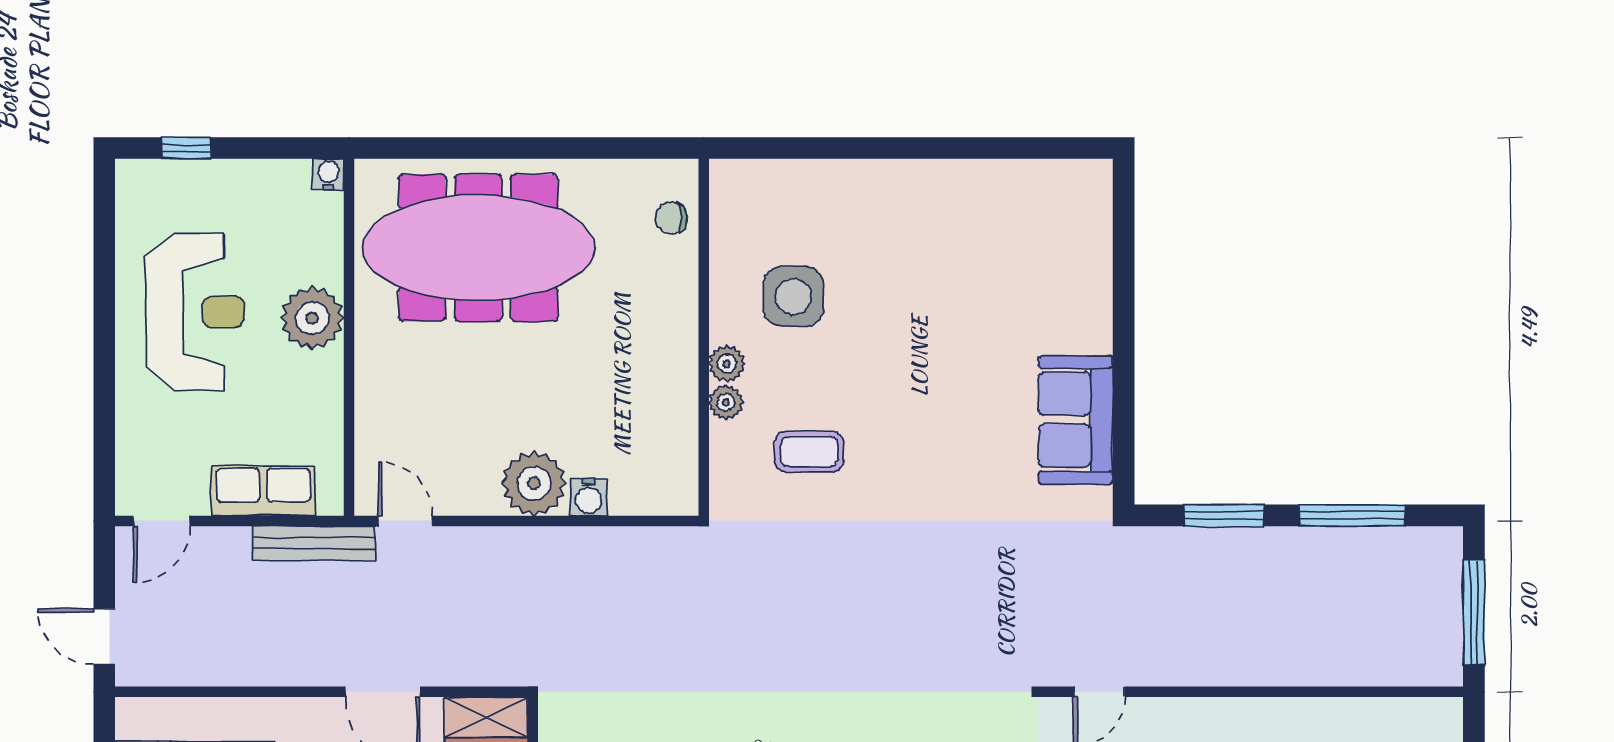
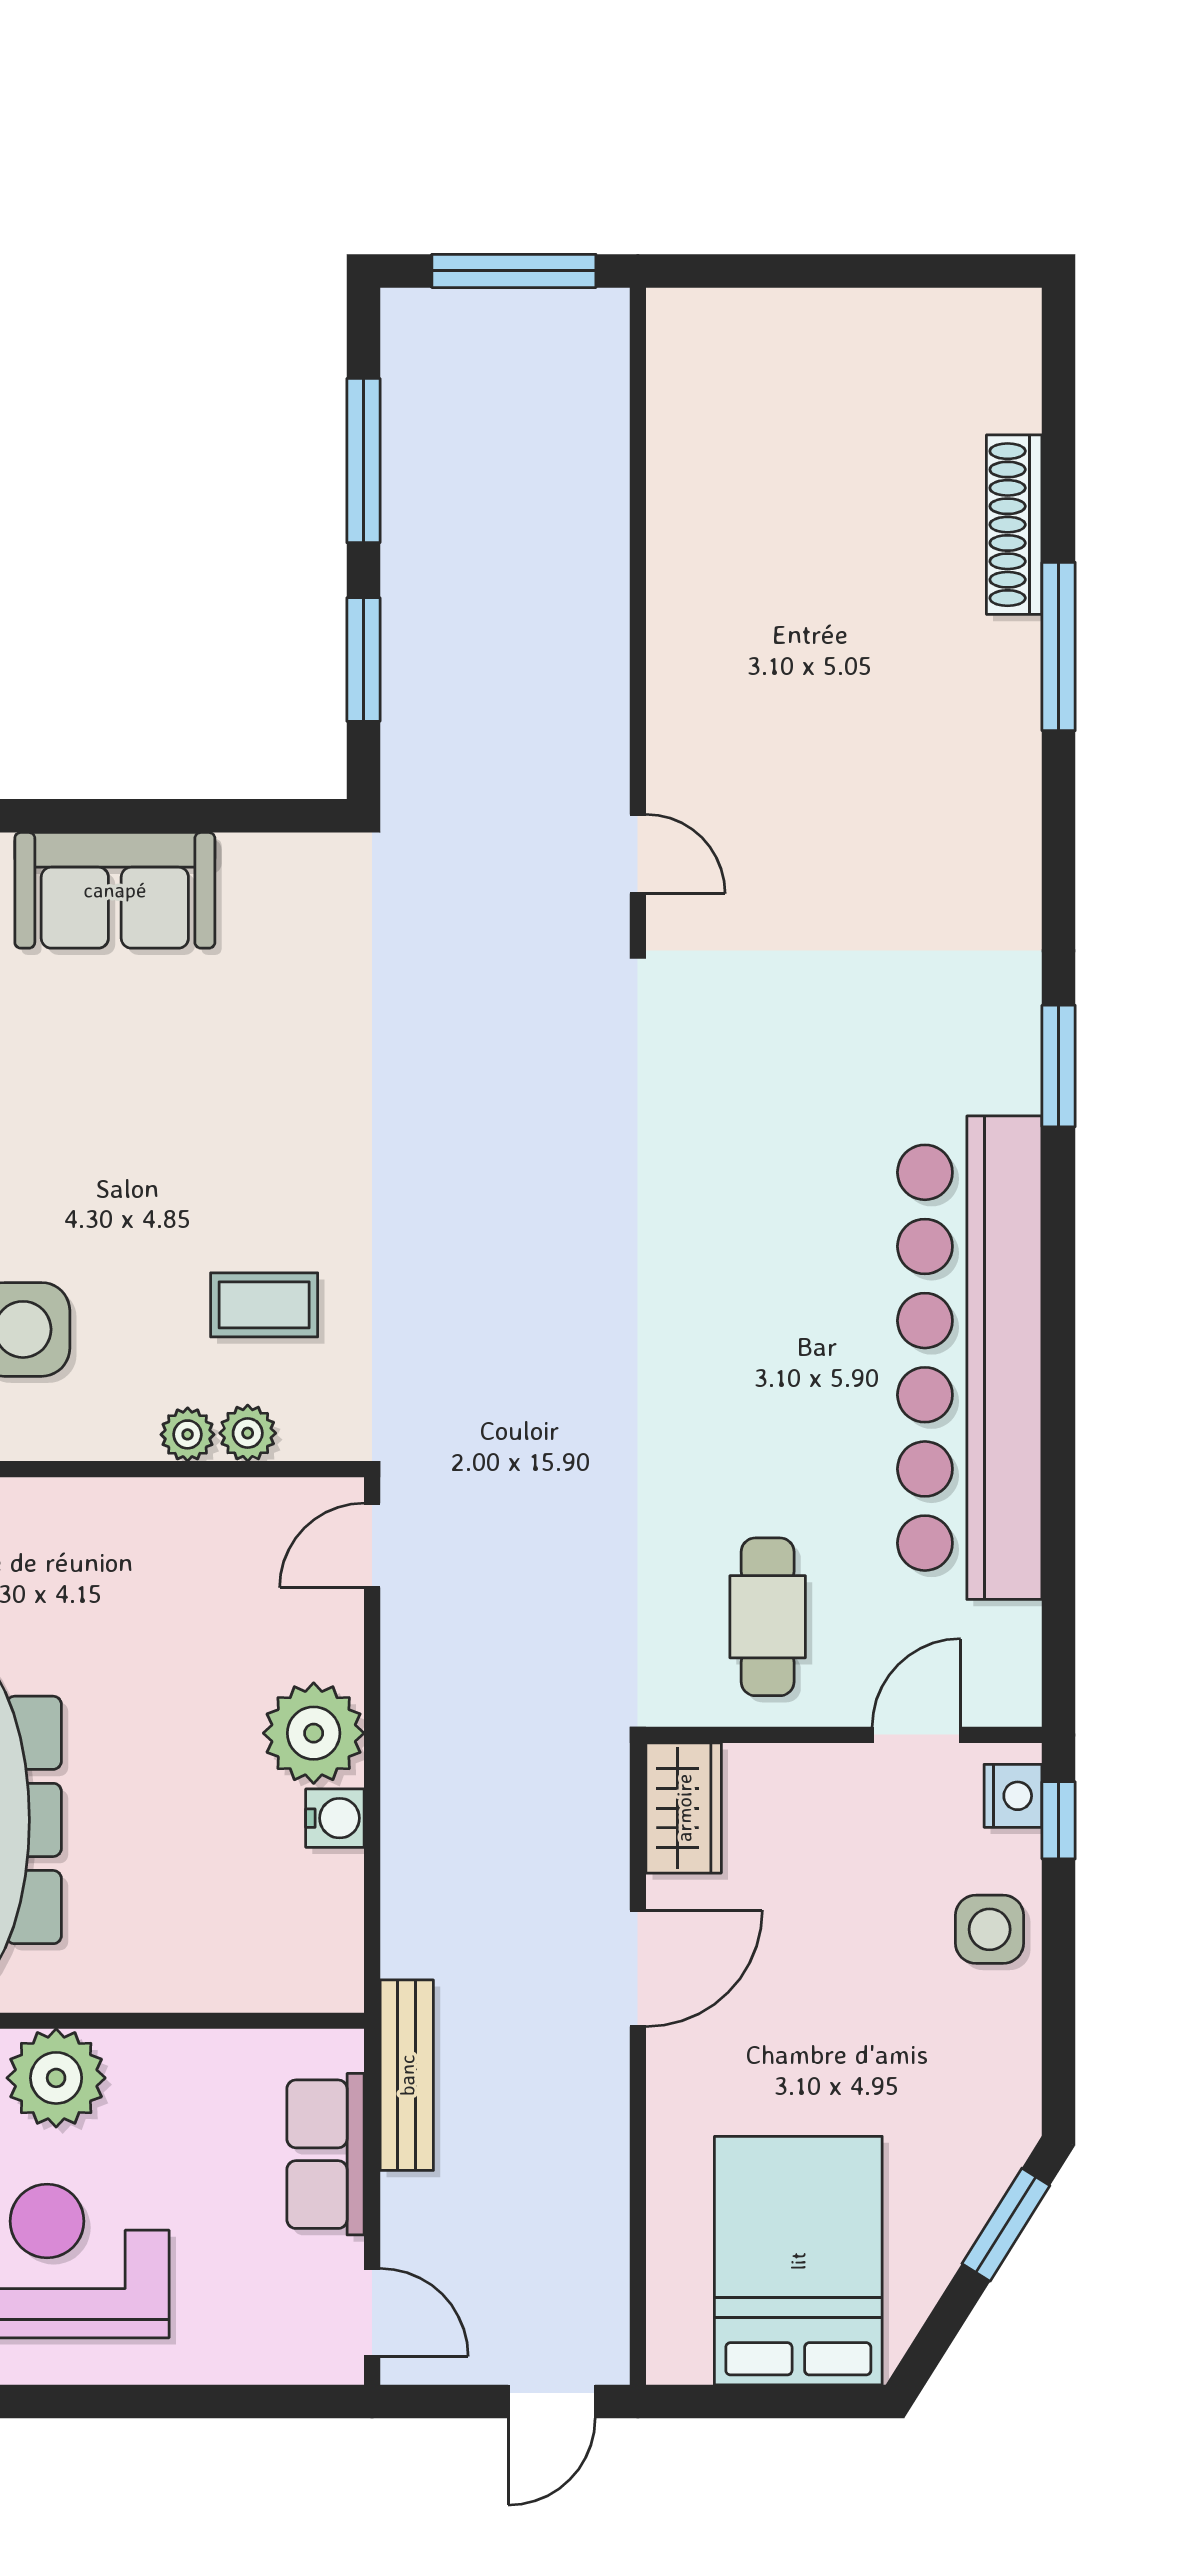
plant: (727, 364) -> (248, 1433), moved
sofa: (1076, 420) -> (115, 890), moved
coffee table: (809, 452) -> (264, 1305), turned 90
water cooler: (589, 497) -> (335, 1818), moved
door: (405, 521) -> (372, 1545), moved

